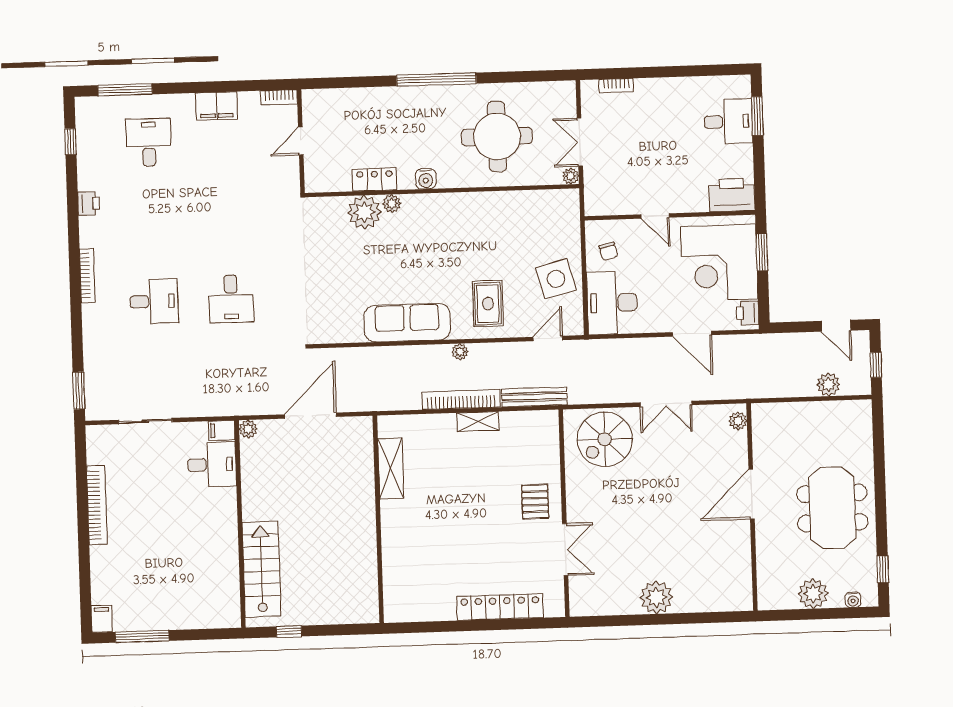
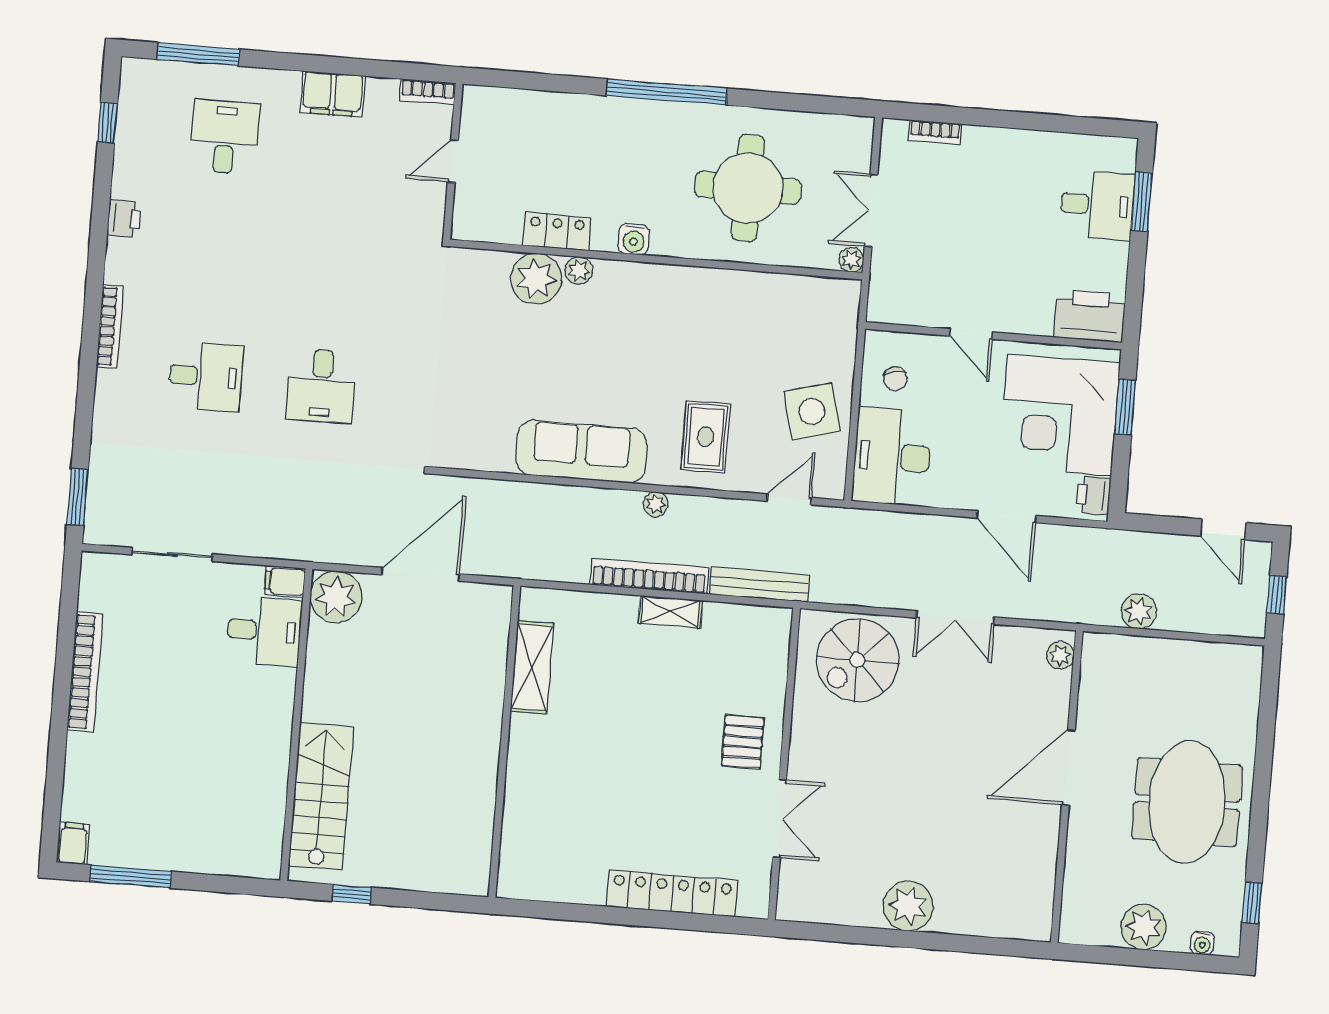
plant: (828, 385) -> (1139, 611), moved
plant: (248, 429) -> (336, 597), width x1.88, depth x1.88

